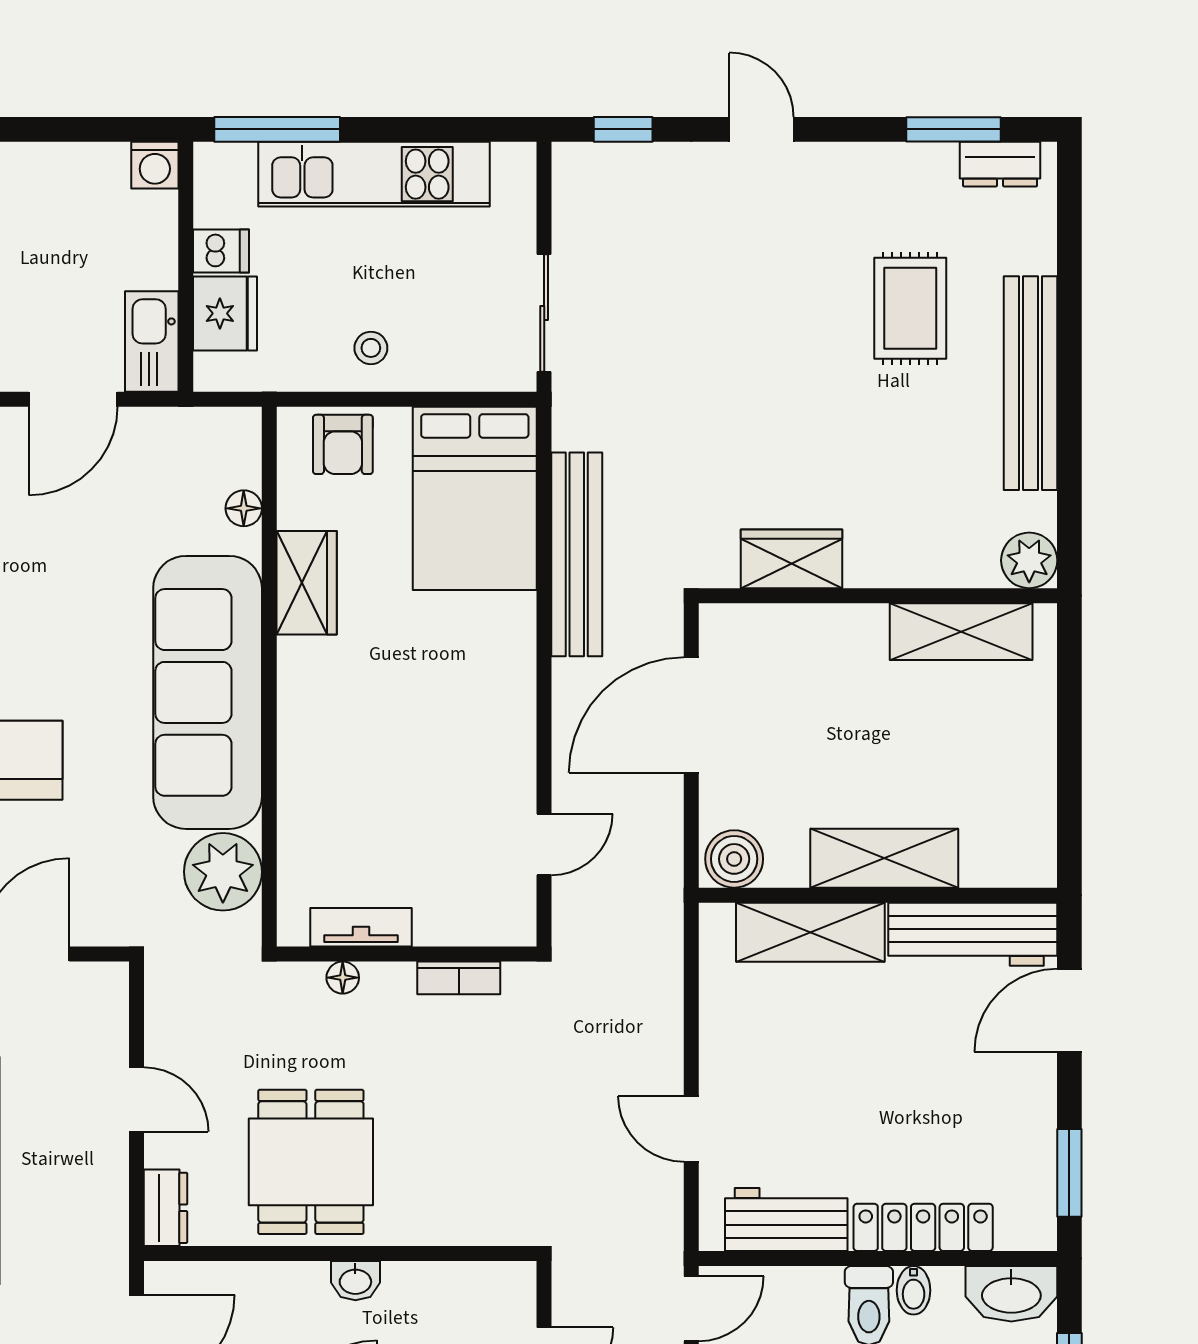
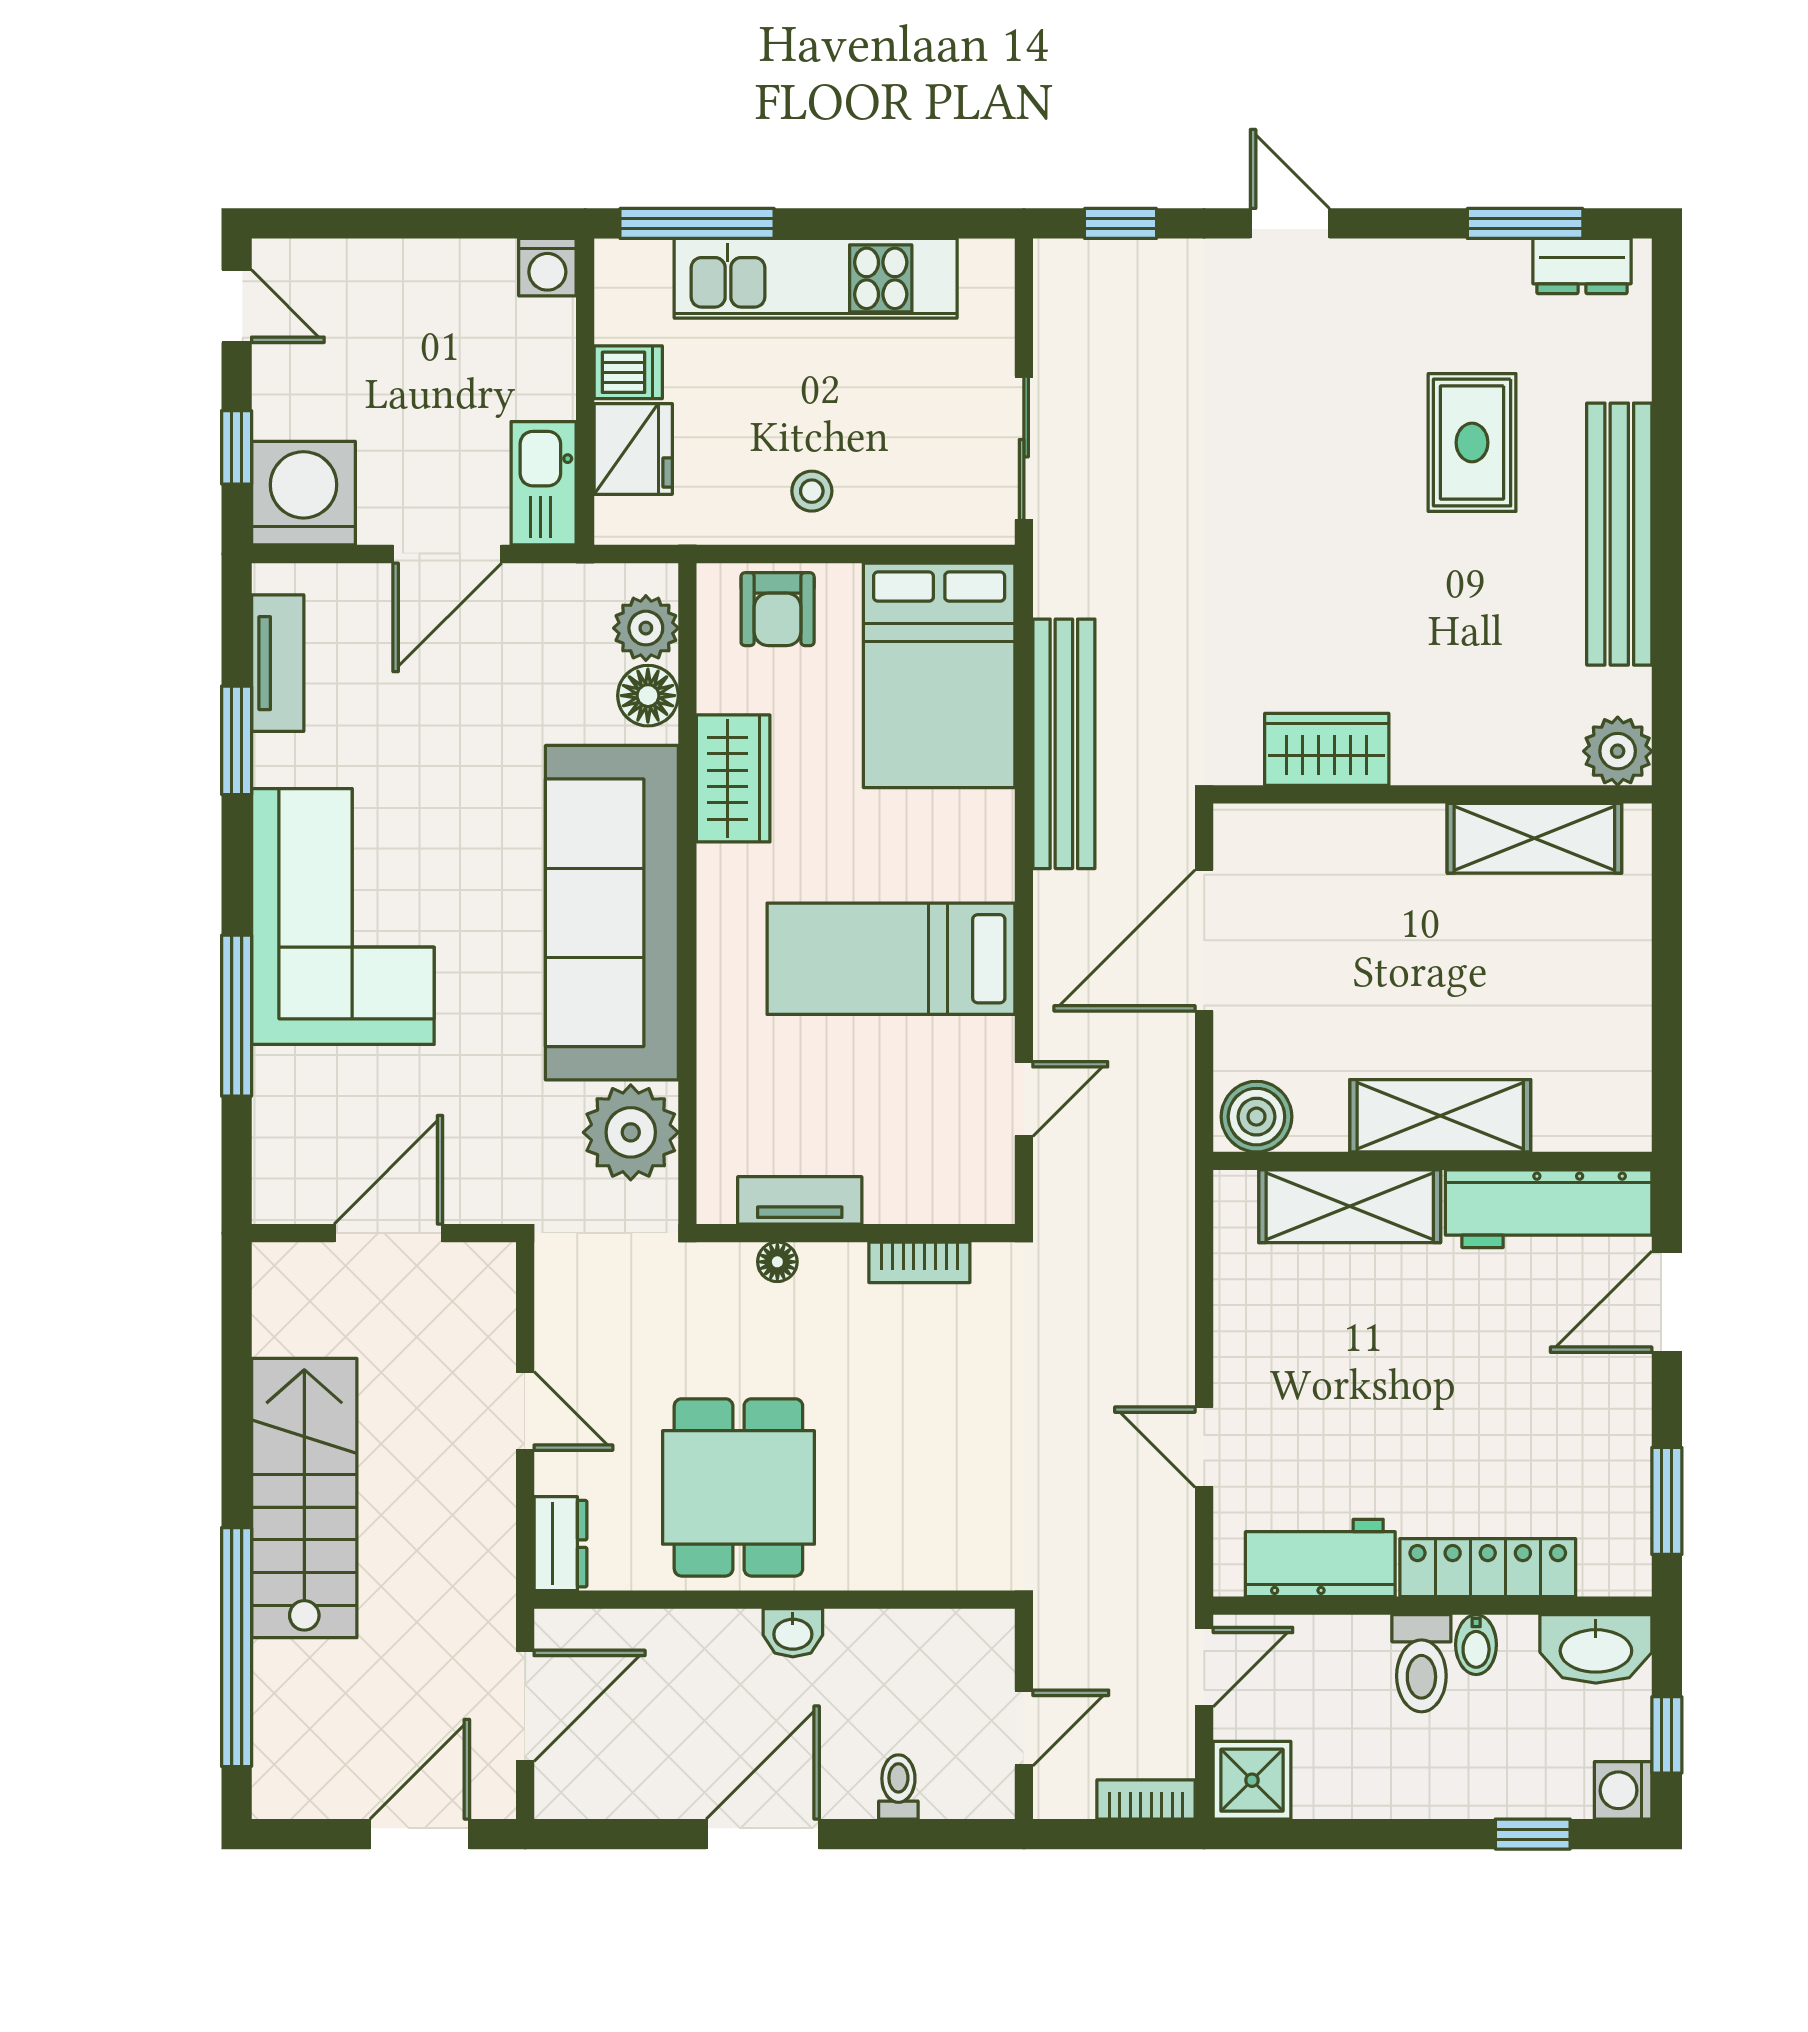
plant: (235, 460) -> (646, 628), added
floor lamp: (244, 508) -> (648, 696), width x1.37, depth x1.37
bed: (436, 730) -> (891, 959), added

